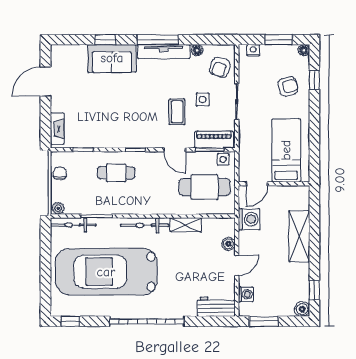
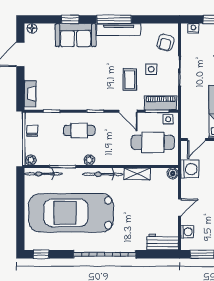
floor lamp: (197, 50) -> (32, 28), moved
plant: (128, 208) -> (89, 160), added
boiler: (228, 244) -> (173, 173), moved

